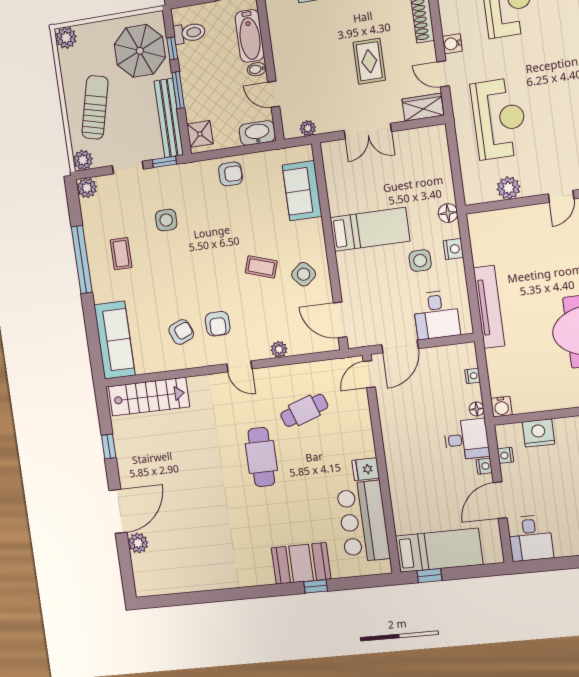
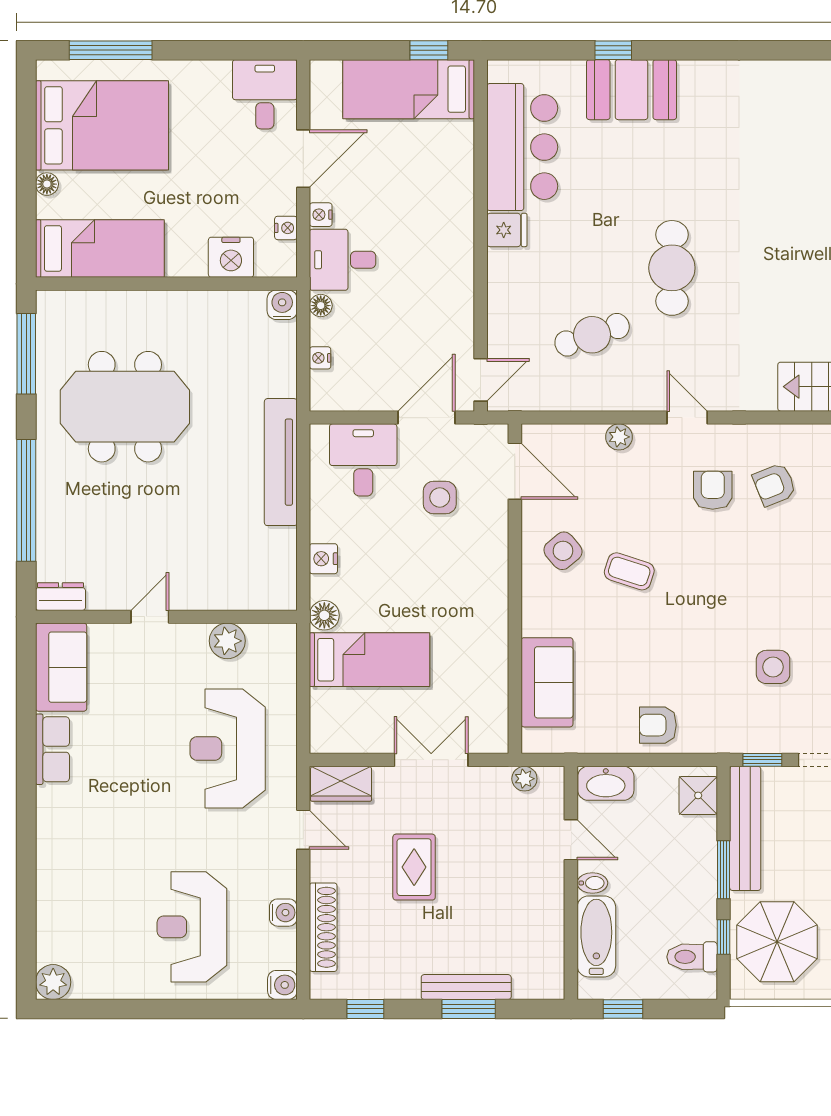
water cooler: (452, 44) -> (283, 913), moved
bed: (370, 229) -> (370, 660), moved, turned 180
side table: (420, 261) -> (440, 498), moved

